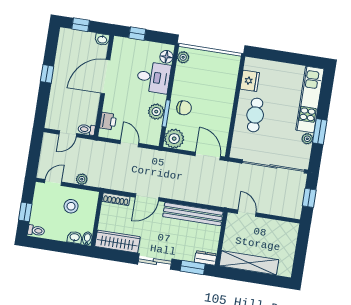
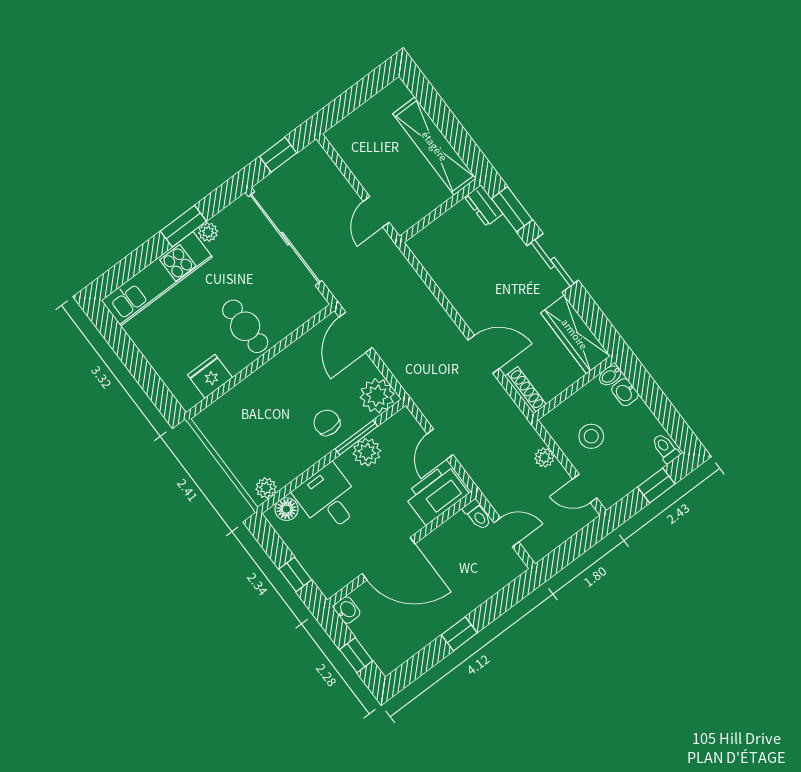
cafe table: (255, 115) -> (245, 326), turned 90
printer: (108, 121) -> (436, 494), width x1.87, depth x1.48
bench: (193, 214) -> (446, 277), removed

